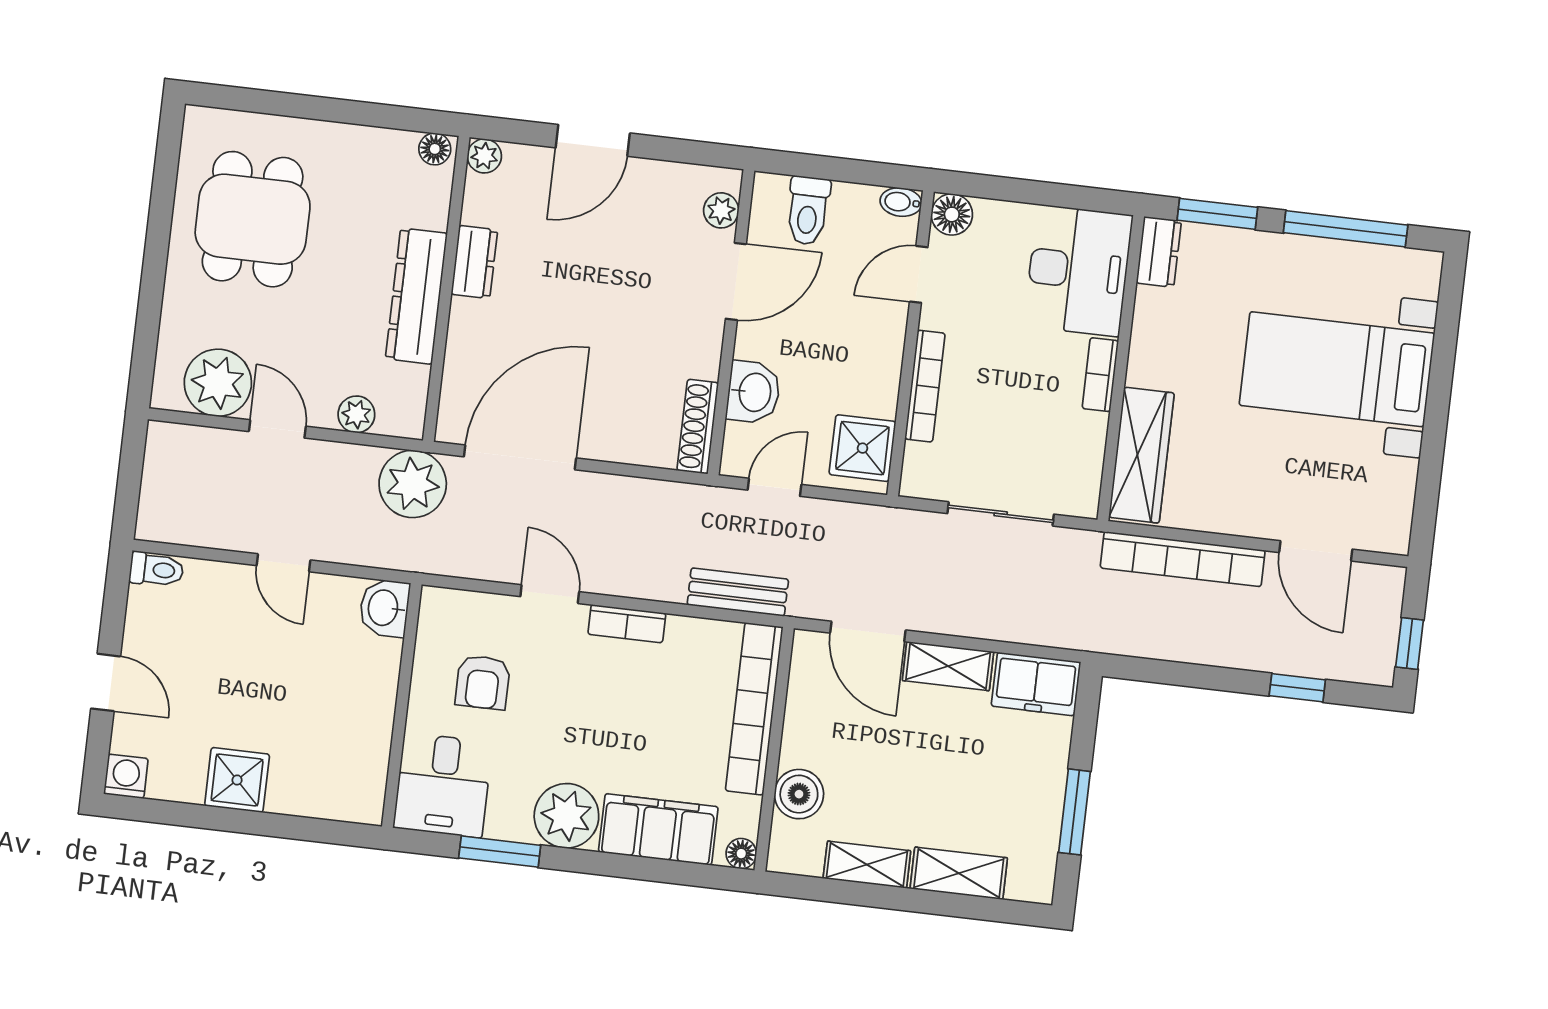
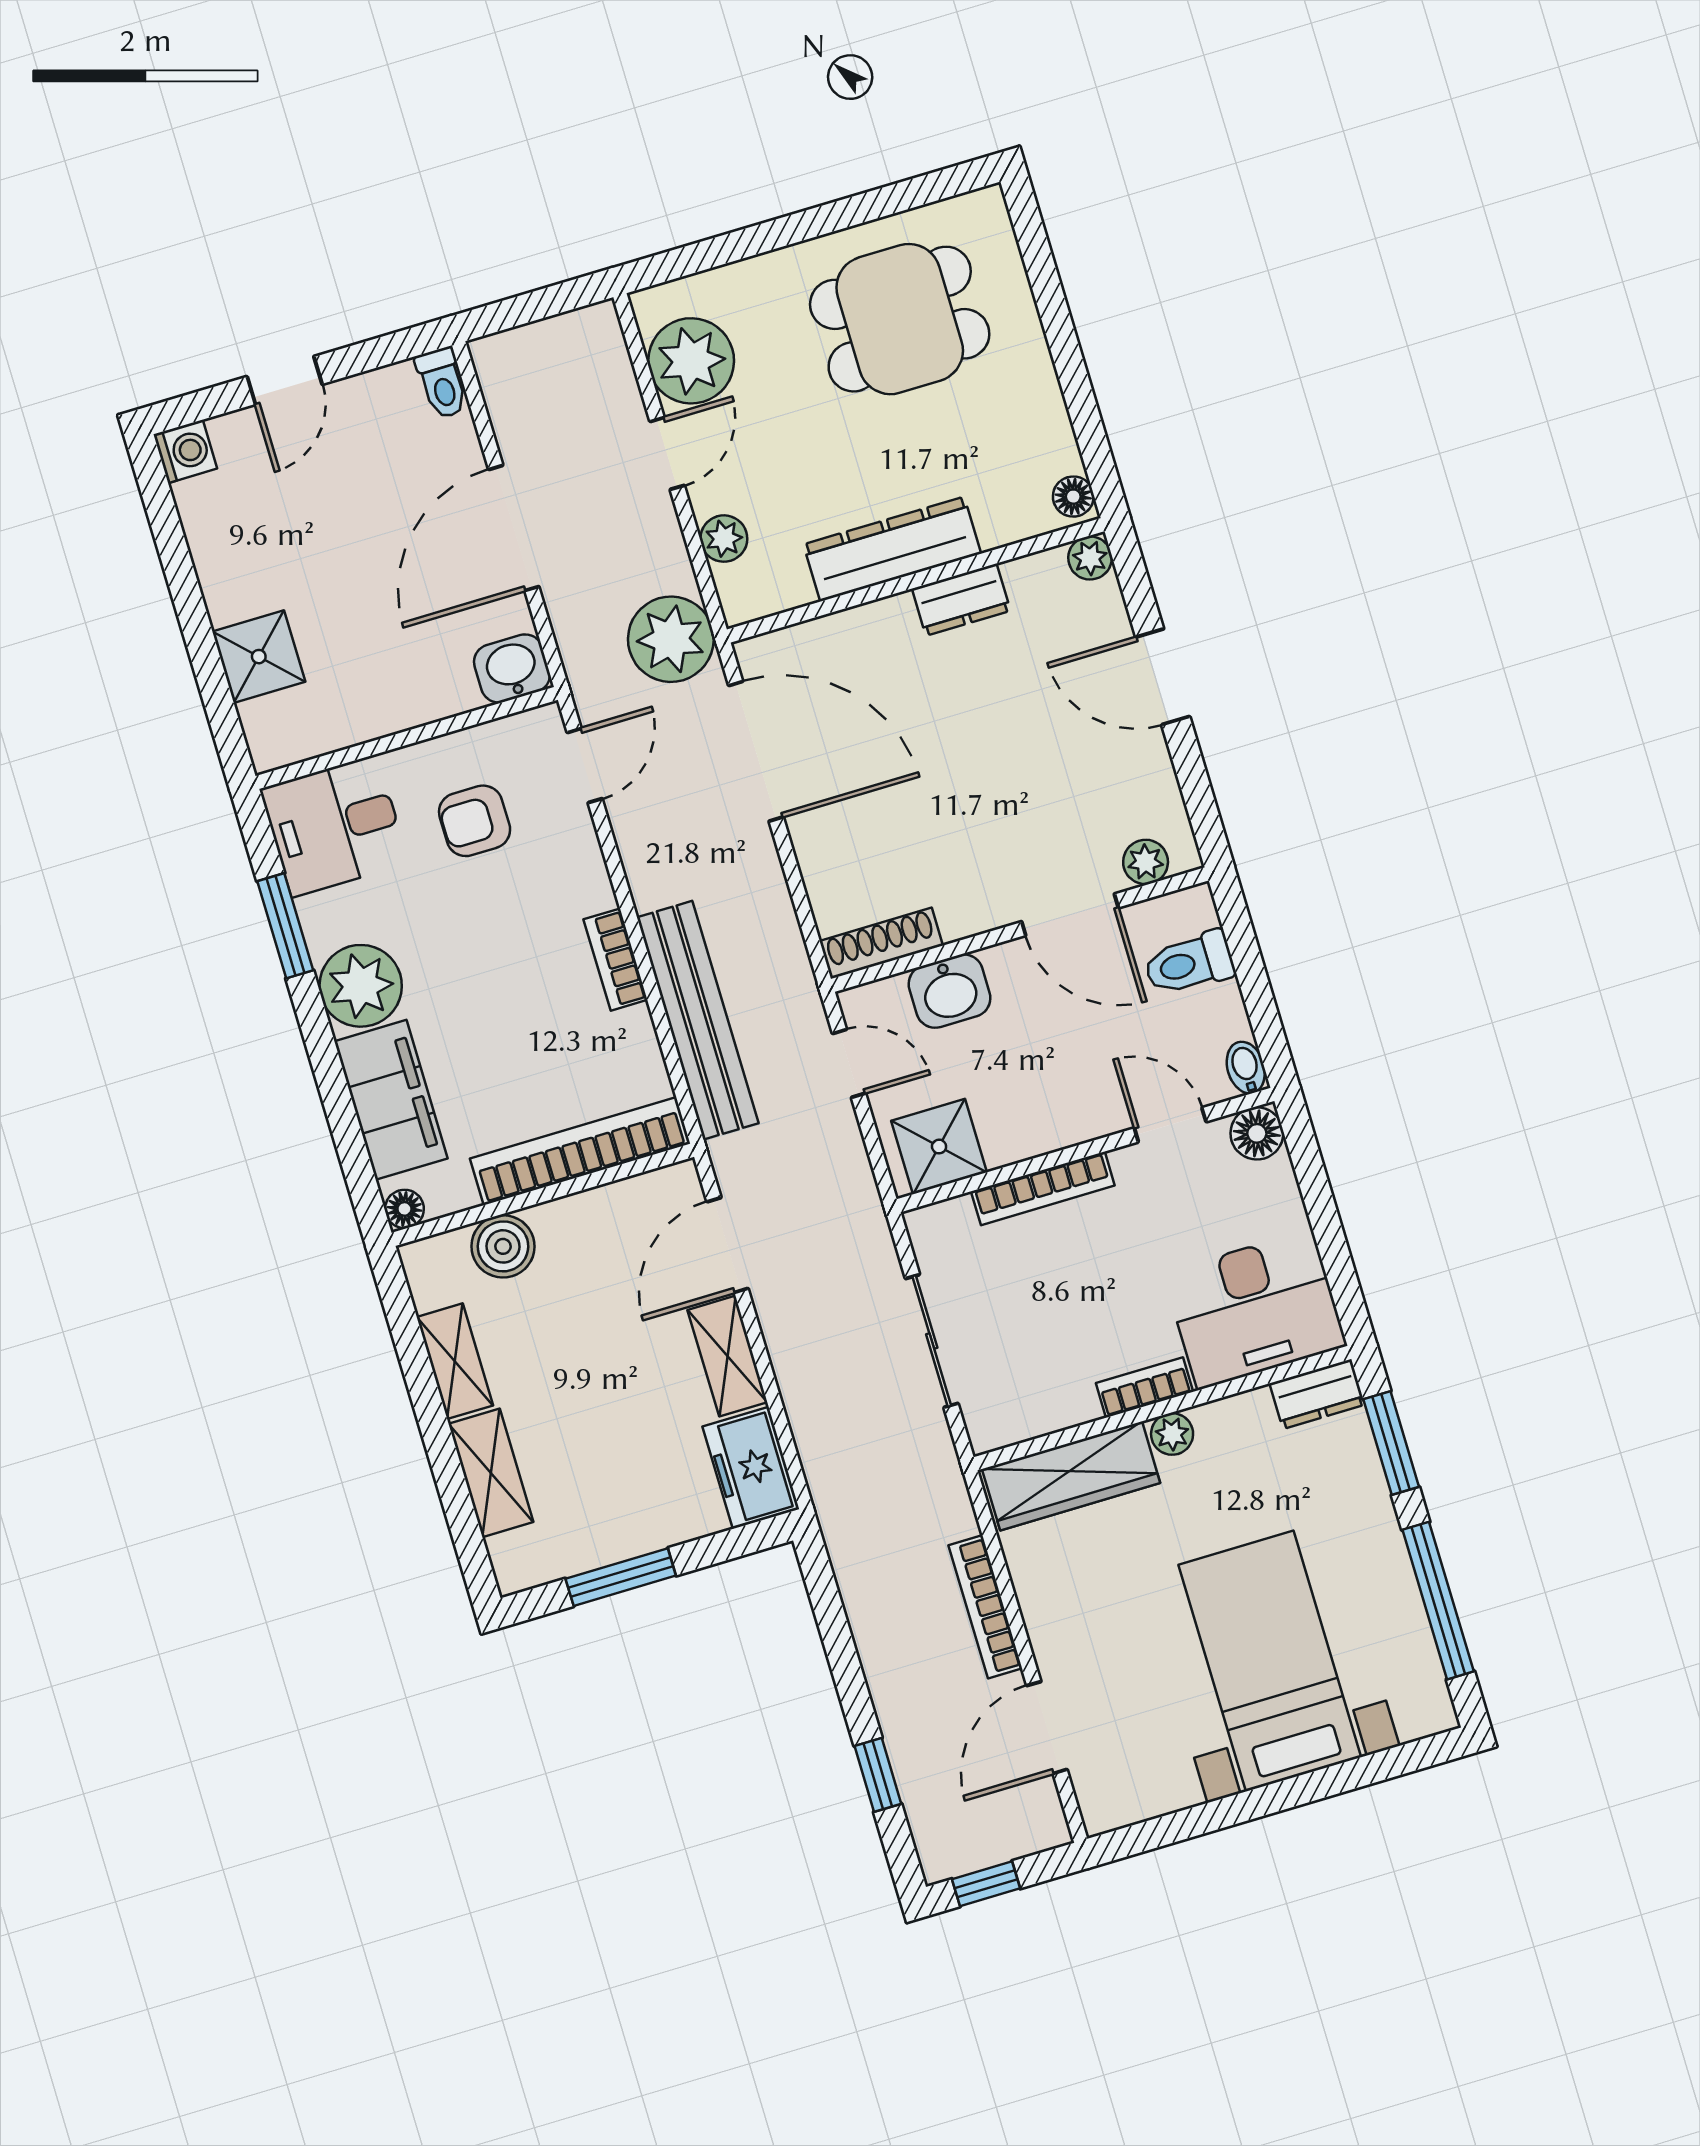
plant: (1143, 369) -> (1172, 1434), added
bookcase: (1183, 559) -> (985, 1607), width x0.68, depth x0.76
door: (283, 563) -> (514, 528), width x1.87
bench: (738, 592) -> (698, 1020), width x1.86, depth x1.21
door: (550, 594) -> (585, 766), moved
shower: (237, 780) -> (259, 657), moved

